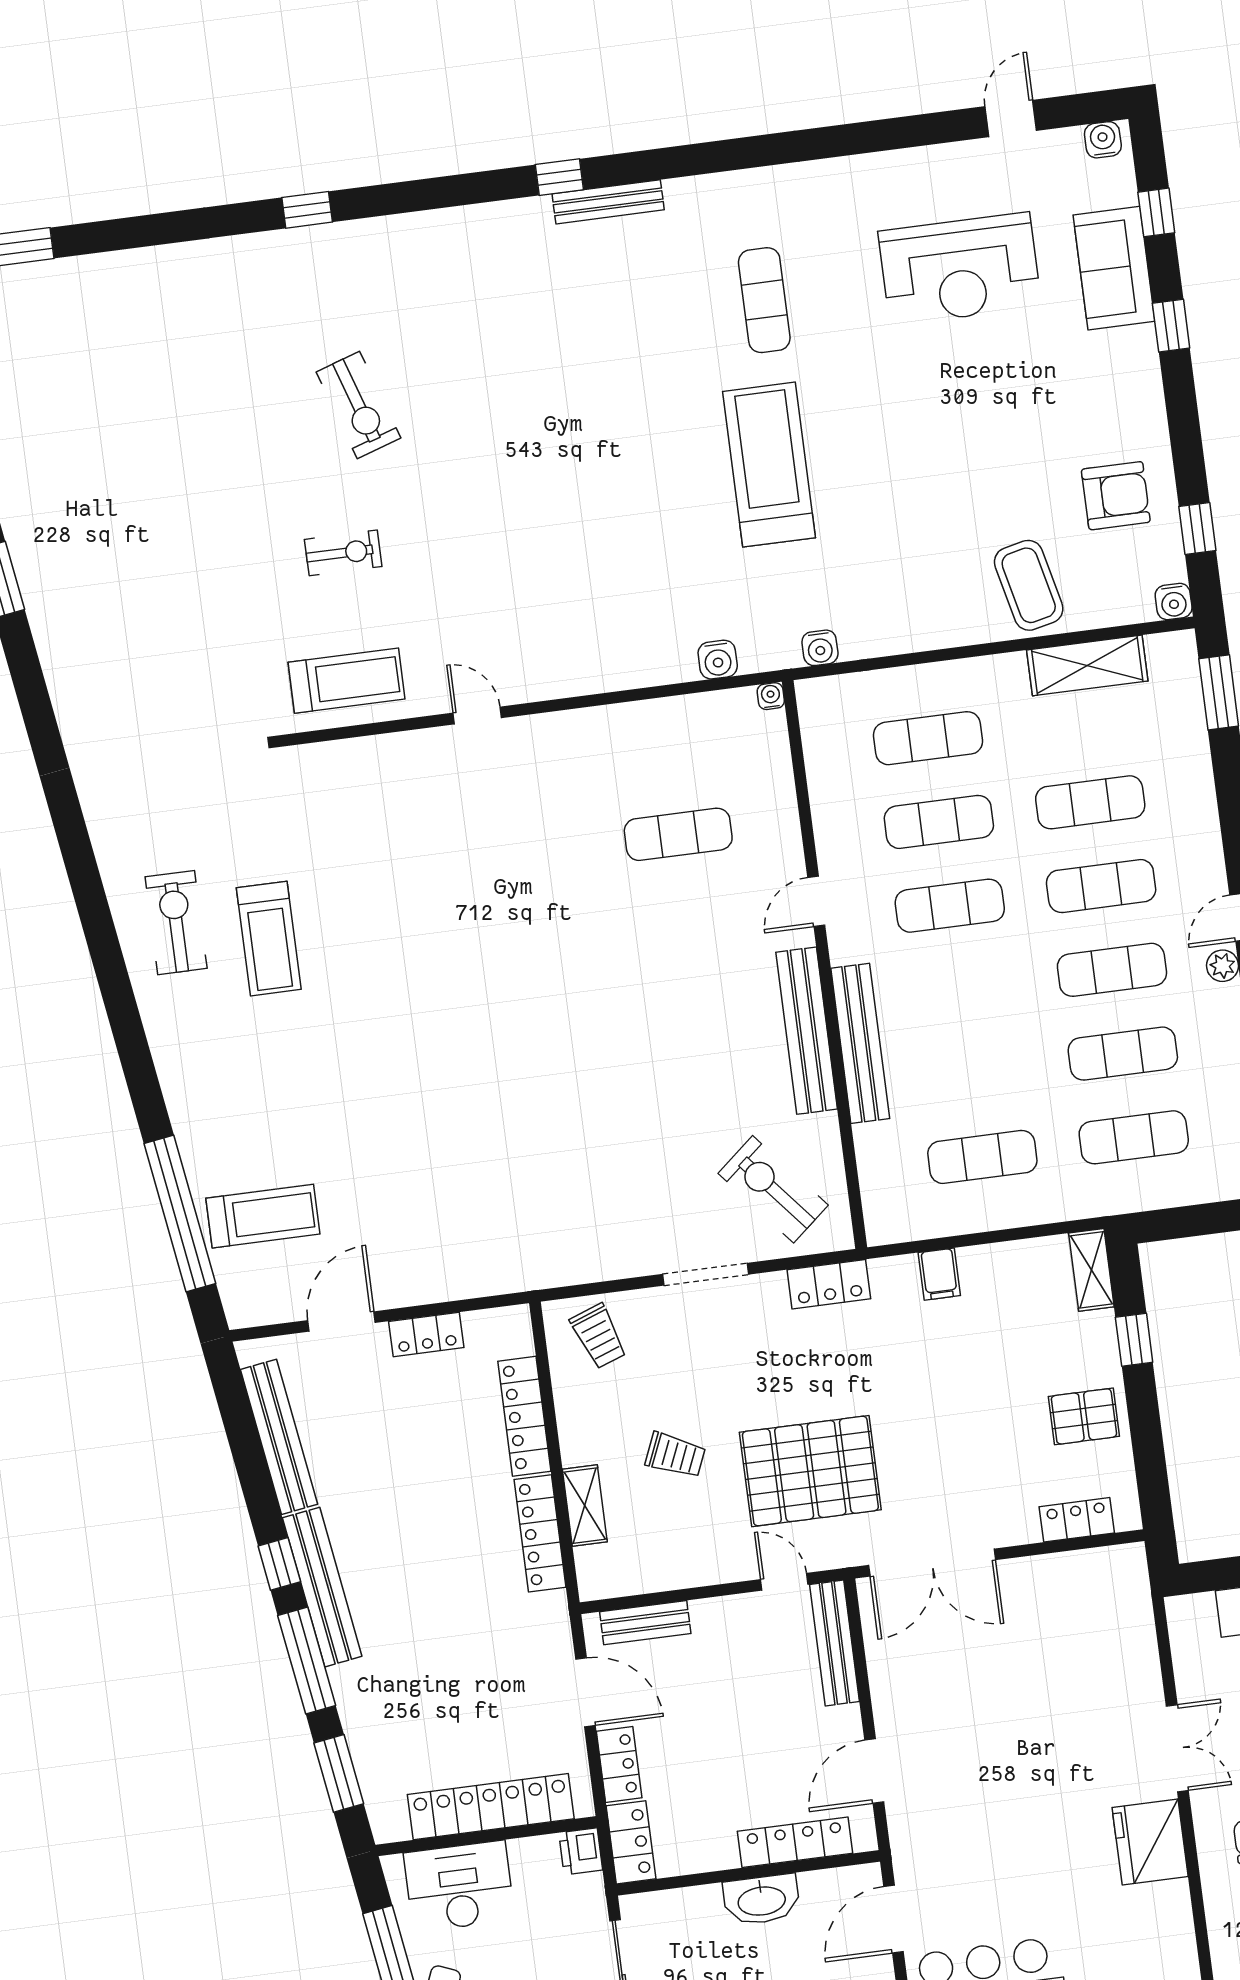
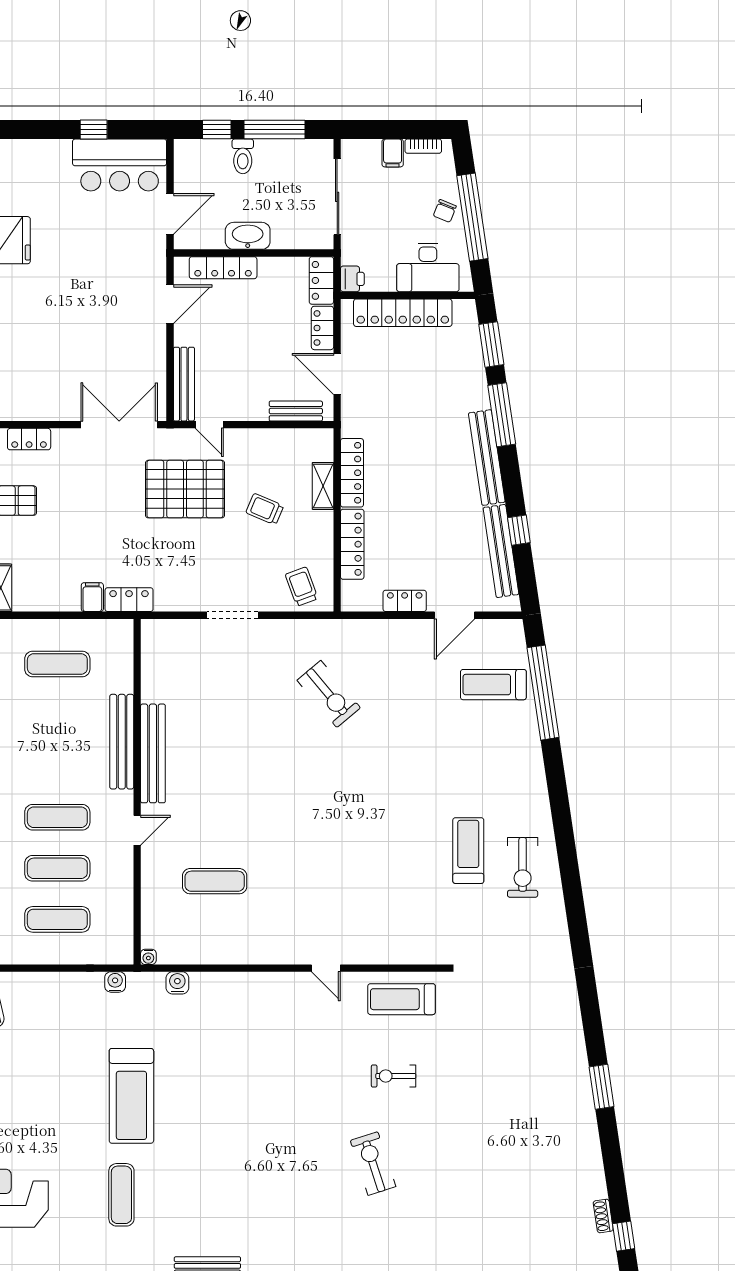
exercise bike: (773, 1189) -> (329, 694), moved
locker: (829, 1284) -> (129, 600), moved
window: (279, 1564) -> (519, 530), moved

